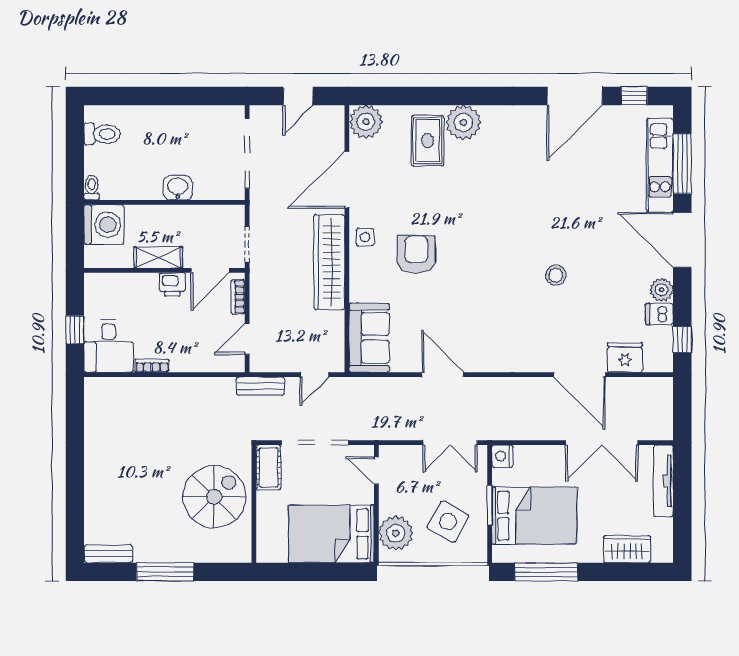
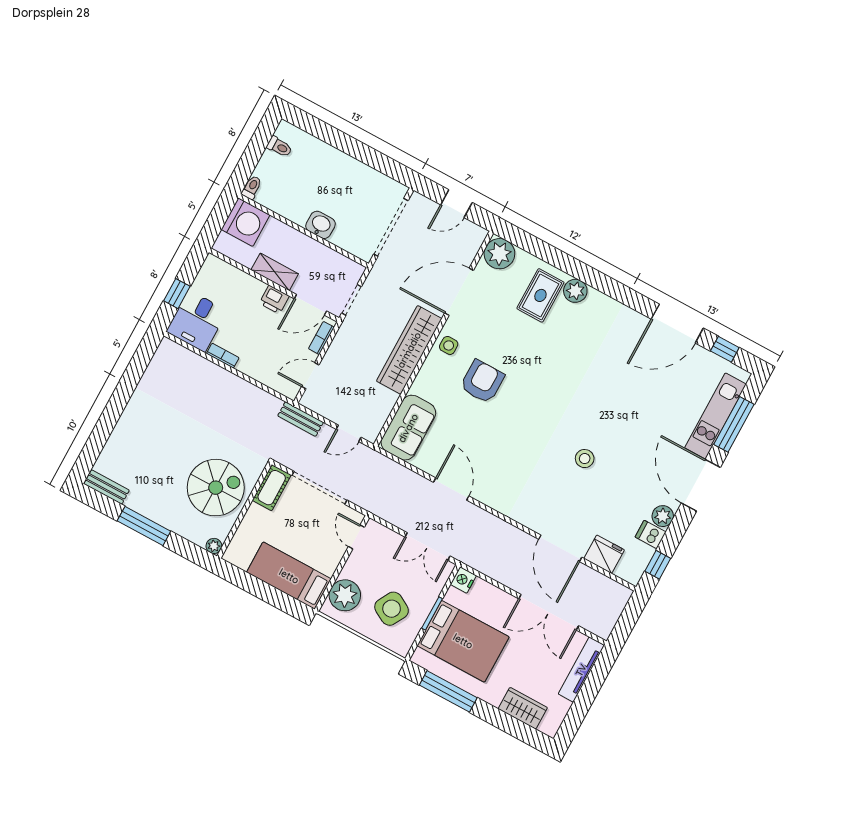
plant: (463, 123) -> (575, 291), width x0.73, depth x0.73
toilet: (102, 134) -> (279, 147), width x0.73, depth x0.72
bed: (331, 534) -> (289, 576), width x0.67
plant: (243, 554) -> (214, 546), added

